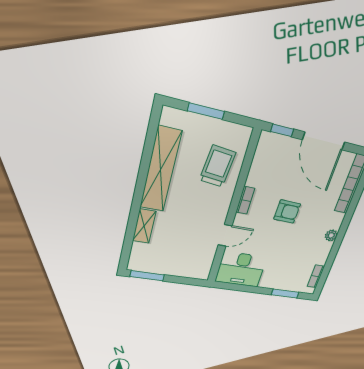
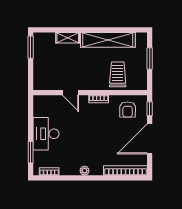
trolley: (218, 166) -> (118, 74), turned -96
armchair: (287, 212) -> (128, 109), moved
desk: (241, 269) -> (46, 134), moved

